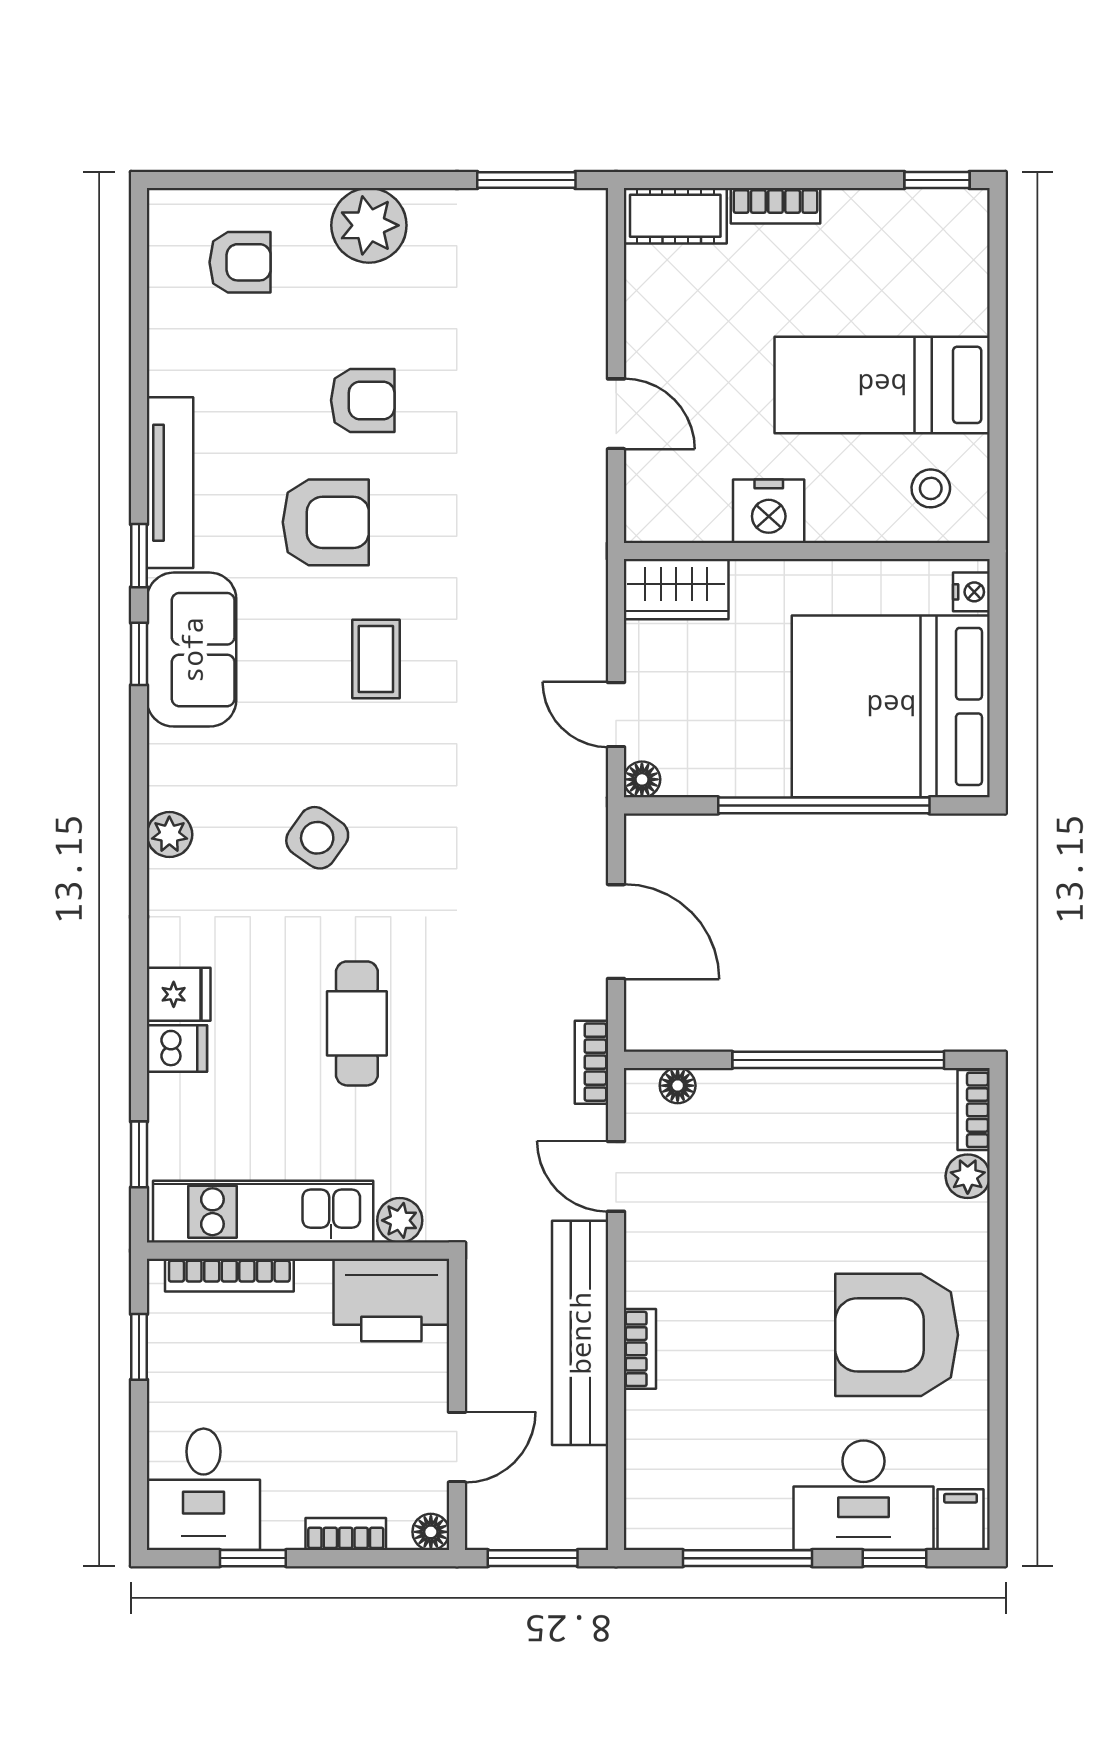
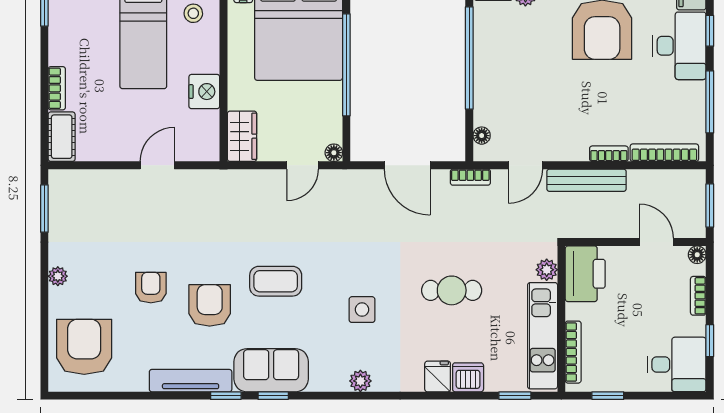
plant: (369, 225) -> (58, 276), width x0.53, depth x0.53
armchair: (240, 262) -> (84, 347), width x1.88, depth x1.88
coffee table: (376, 659) -> (276, 281), width x1.36, depth x1.30
side table: (317, 838) -> (362, 310), turned -35
door: (616, 932) -> (407, 165), swing flipped
dishwasher: (177, 1049) -> (468, 377), width x1.38
bench: (580, 1333) -> (587, 180), width x0.73, depth x0.82
bookcase: (642, 1464) -> (664, 153), added

